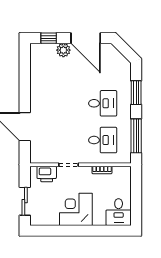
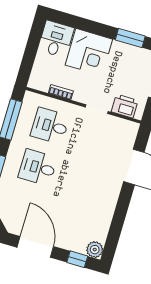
plant: (63, 50) -> (95, 250), moved
corner desk: (76, 209) -> (89, 52), moved
window: (58, 231) -> (130, 38), added

